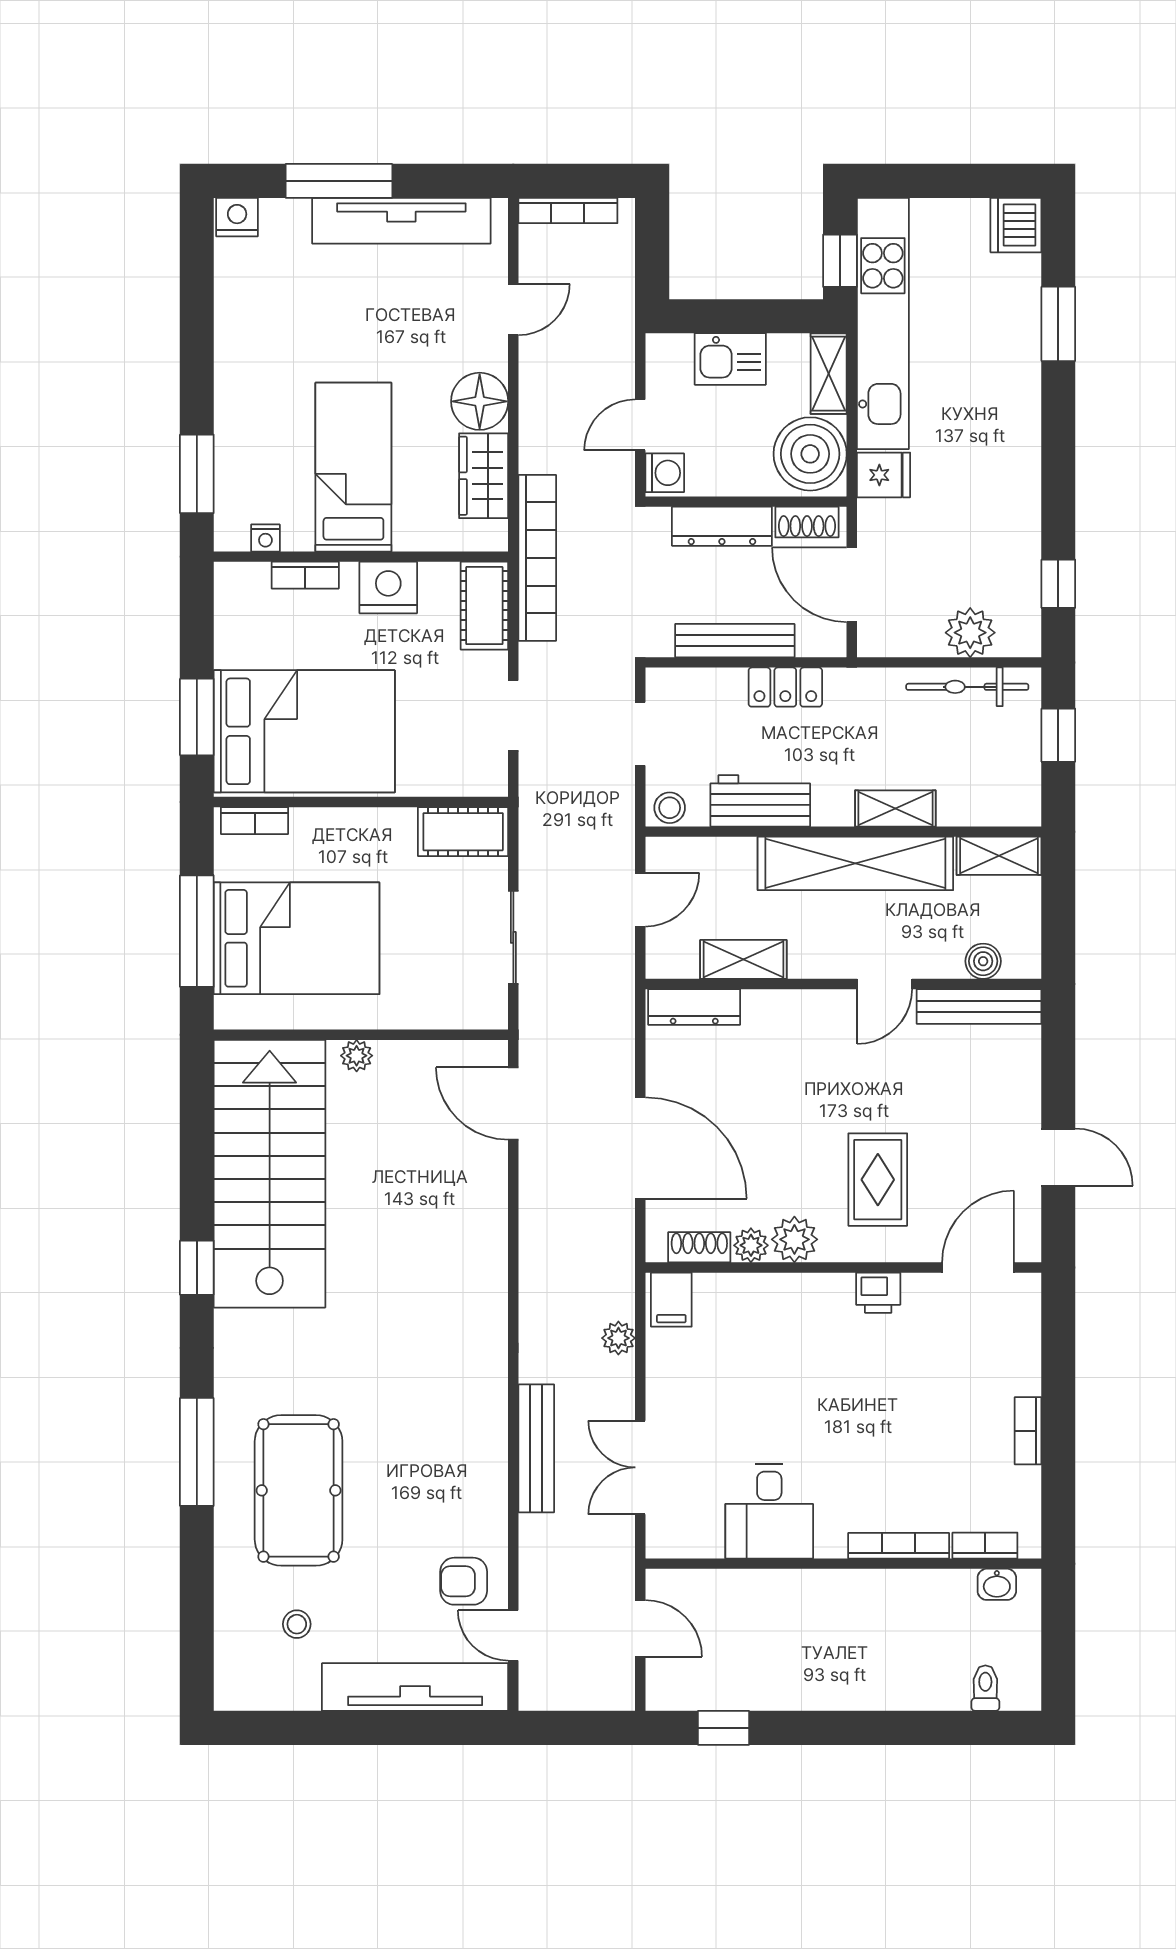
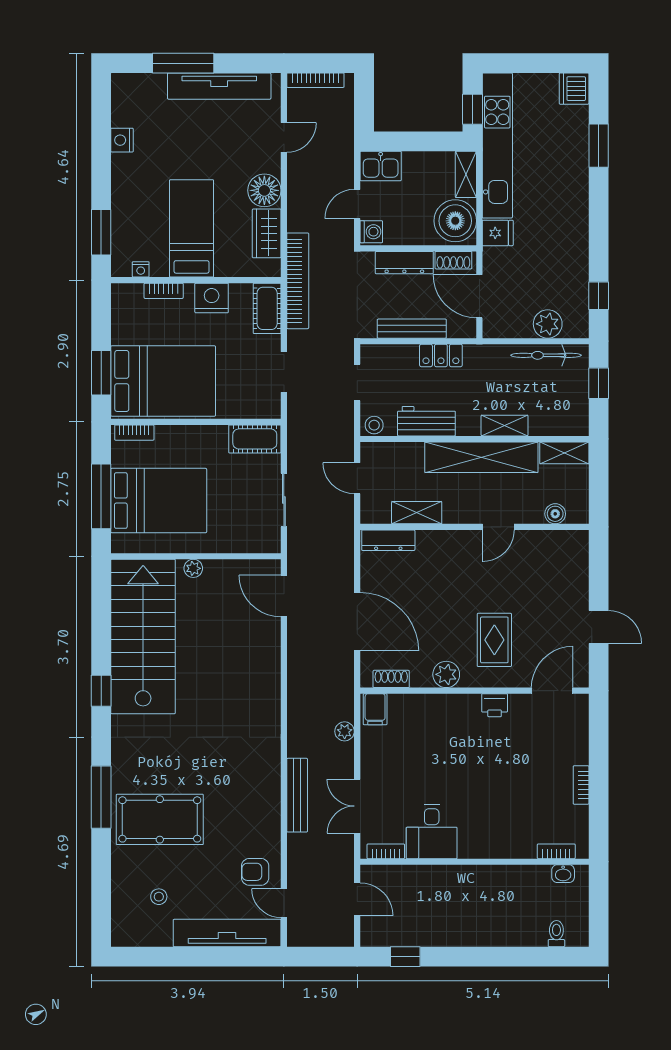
nightstand: (237, 217) -> (122, 140), moved, turned -90
kitchen sink: (730, 359) -> (381, 166), moved
door: (640, 900) -> (357, 478), swing flipped
bench: (979, 1007) -> (553, 540), removed
plant: (751, 1245) -> (421, 678), removed
pool table: (299, 1490) -> (160, 819), turned 90
bookcase: (899, 1546) -> (386, 851), moved, width x0.64

